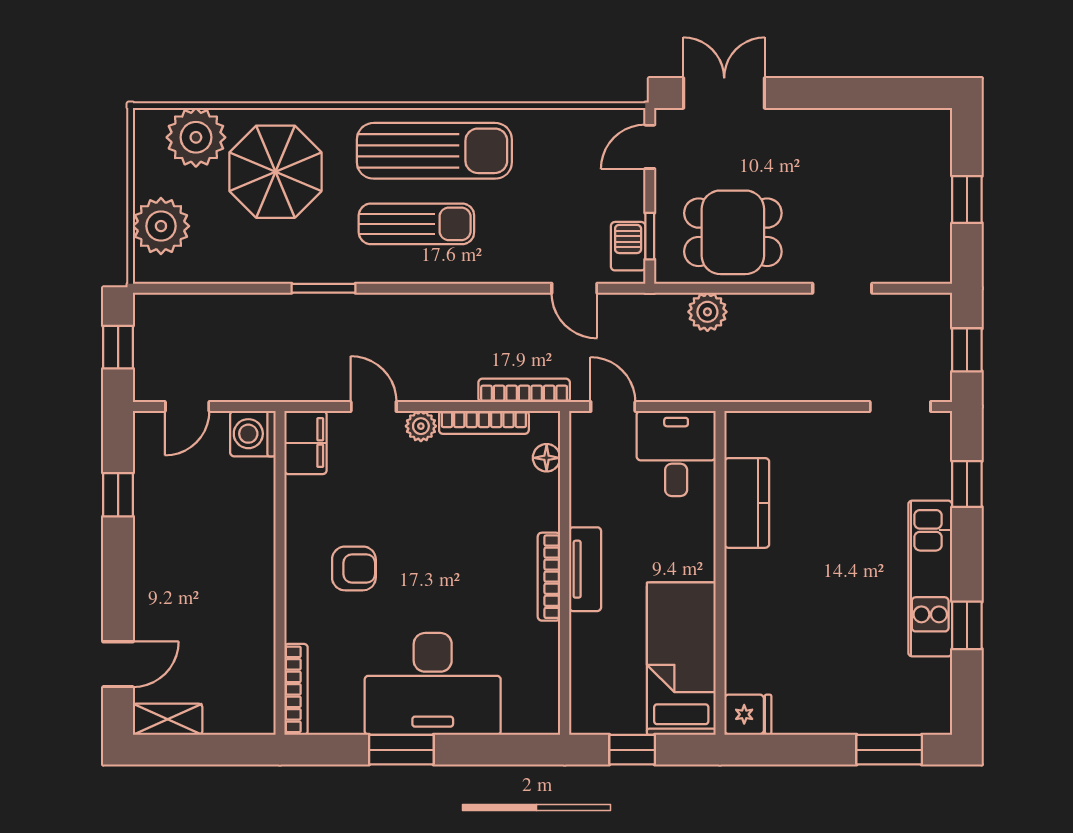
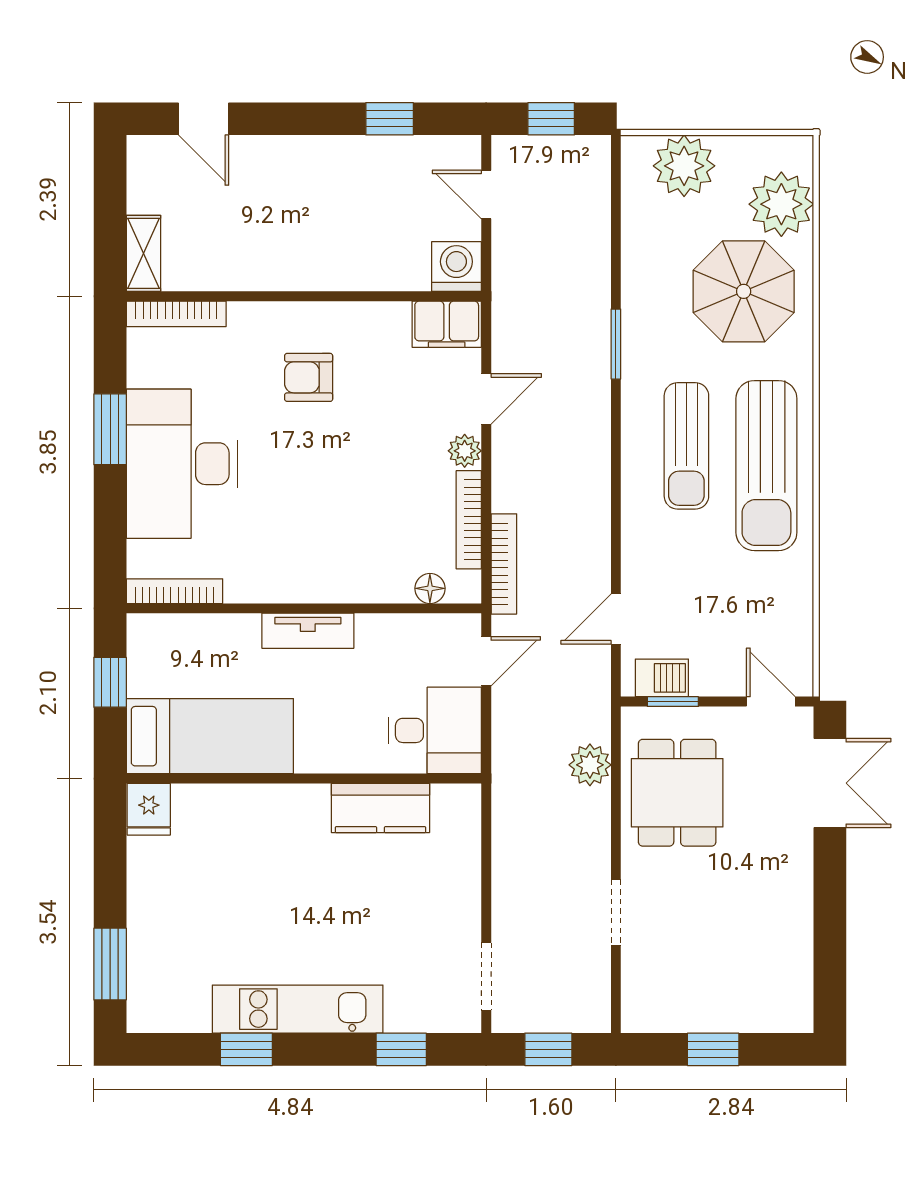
armchair: (354, 568) -> (309, 377), turned 90
bookcase: (549, 577) -> (174, 591), moved
shelving: (168, 719) -> (143, 253), moved

